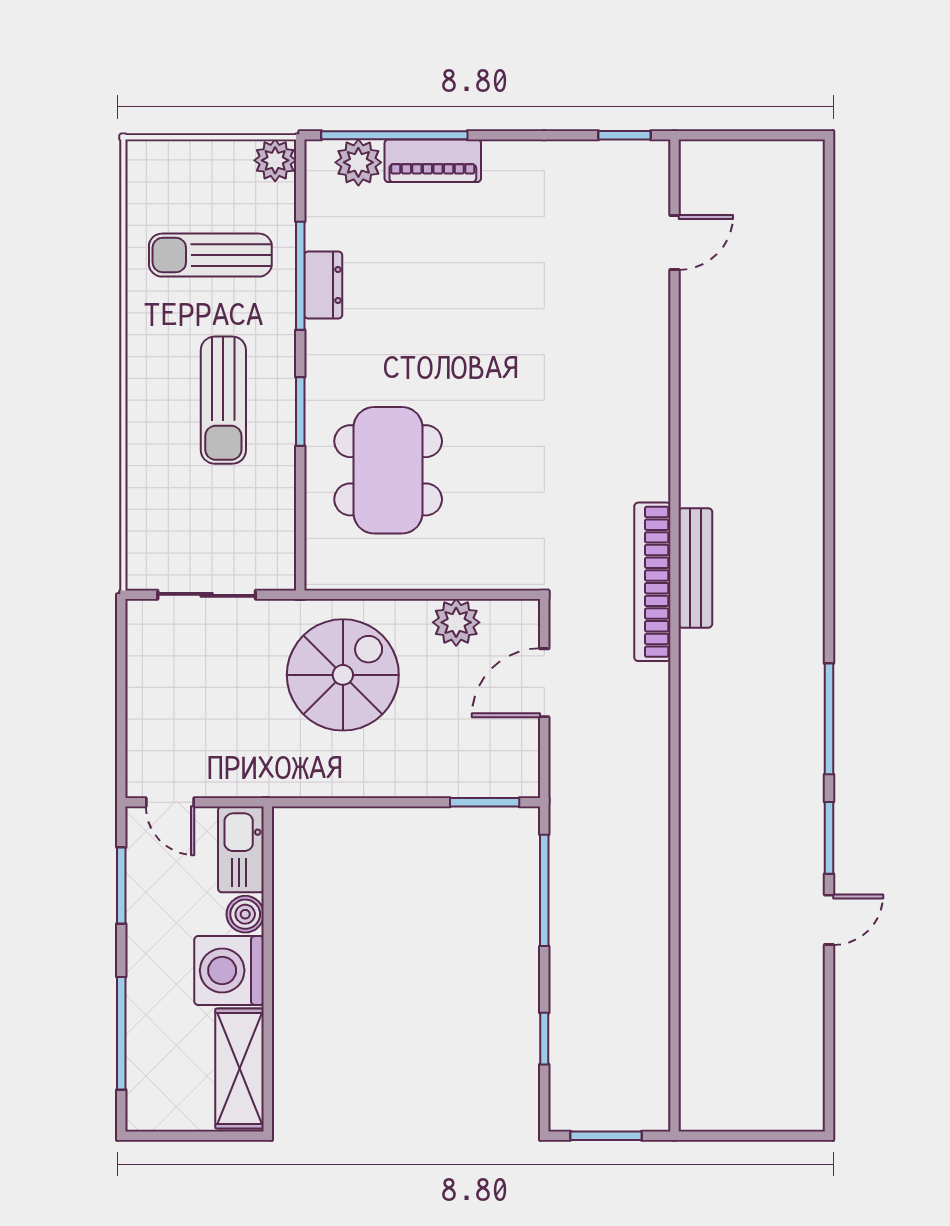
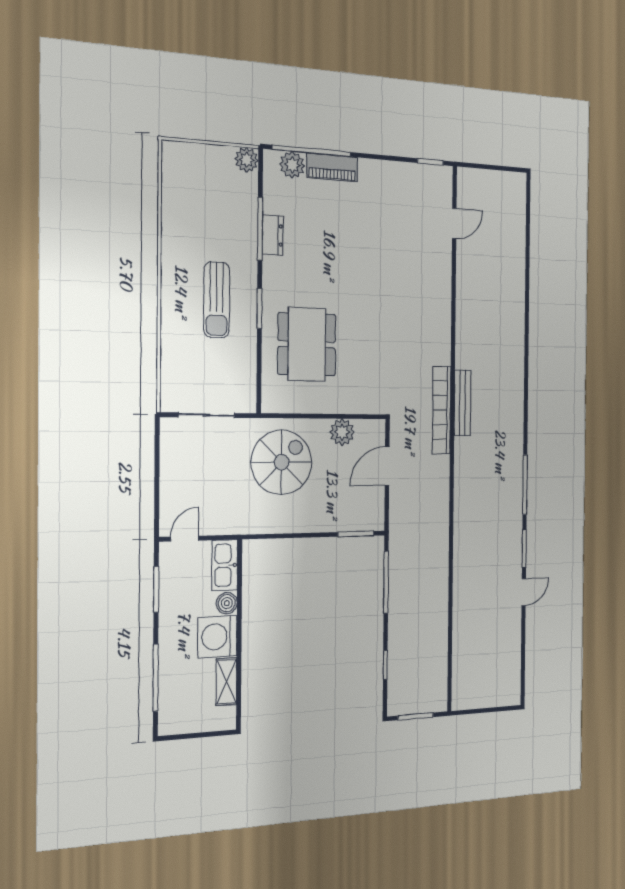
sun lounger: (210, 255) -> (210, 213), removed
door: (170, 802) -> (185, 539), swing flipped
shelving: (240, 1069) -> (226, 682), width x0.67, depth x0.75

